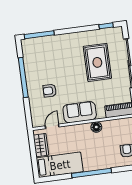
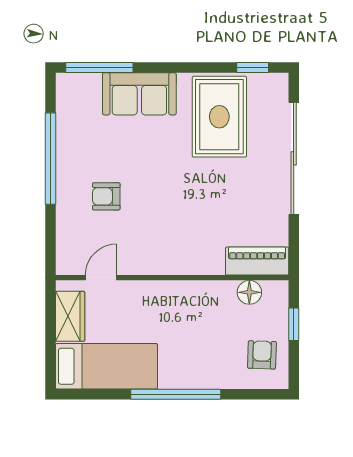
rug: (97, 62) -> (219, 117), moved
sofa: (80, 112) -> (139, 94), moved, turned 180
floor lamp: (96, 127) -> (249, 292), moved

